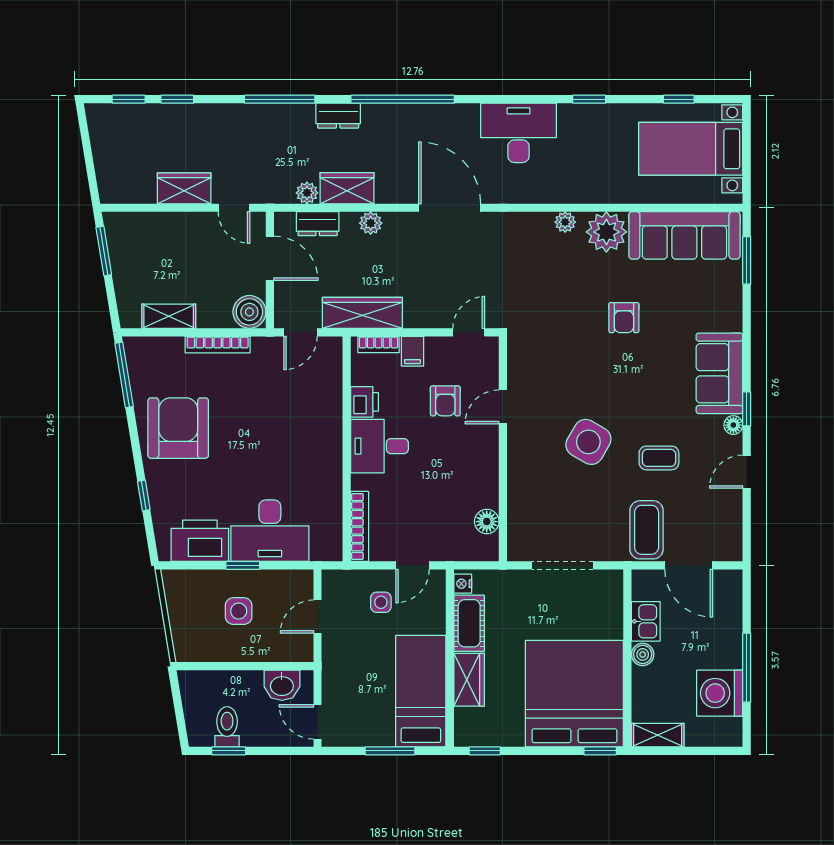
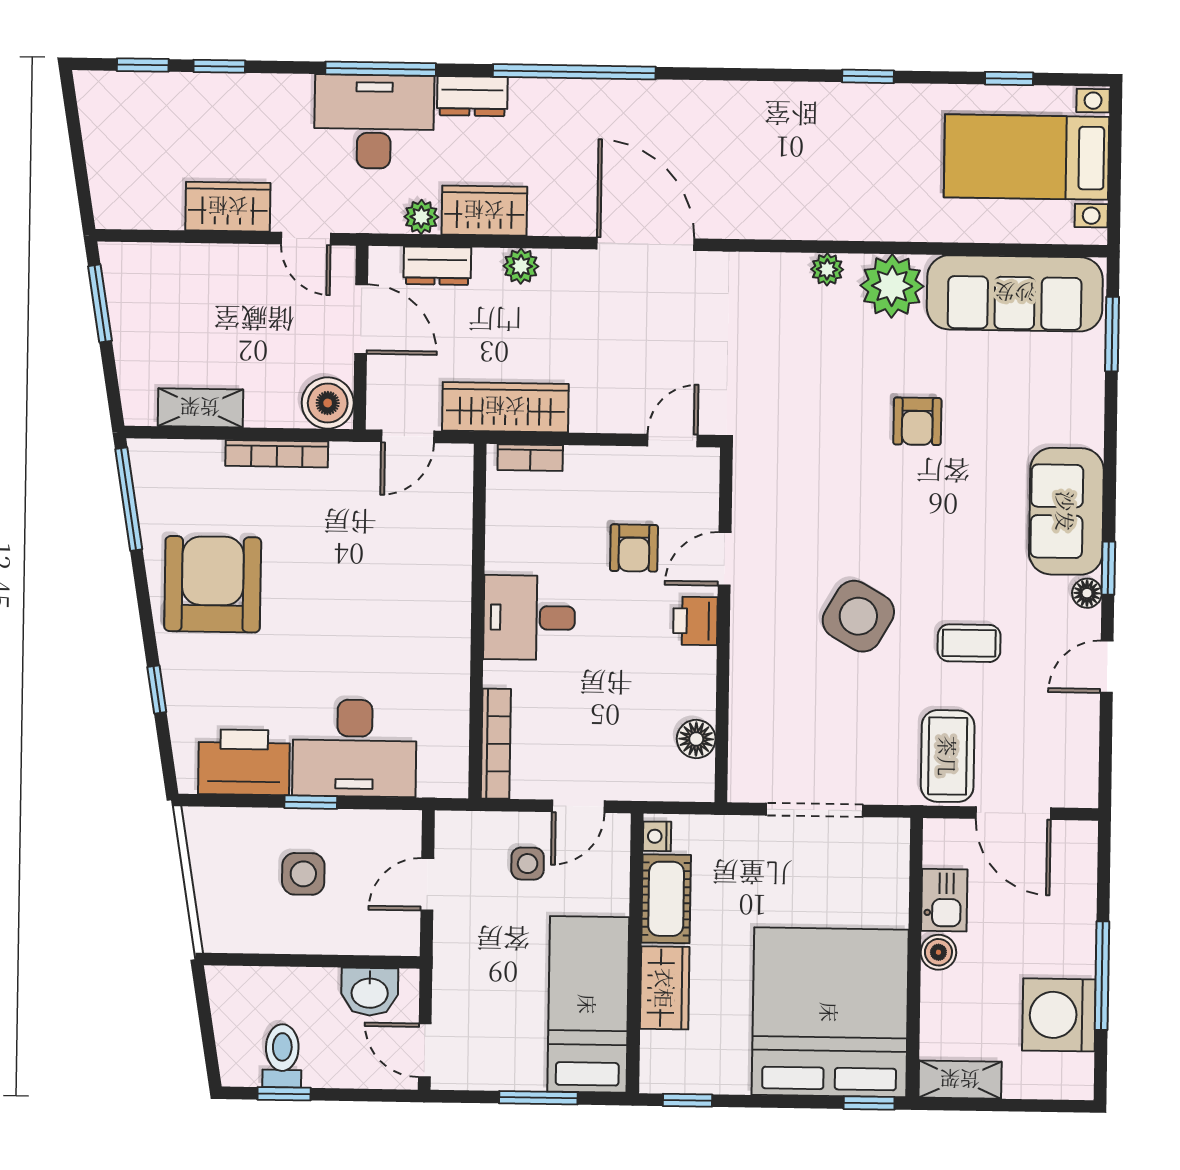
desk: (518, 133) -> (374, 122), moved
filing cabinet: (412, 351) -> (583, 469), removed
printer: (365, 402) -> (695, 621), moved, turned 180

